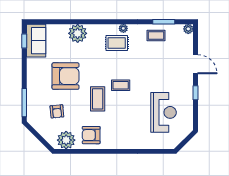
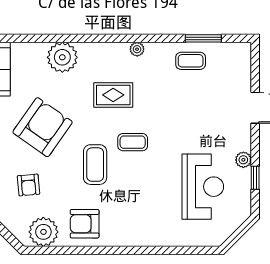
plant: (188, 29) -> (243, 160), moved
rug: (117, 43) -> (113, 95), moved
armchair: (65, 76) -> (43, 127), turned -55
window: (195, 93) -> (255, 178), moved

